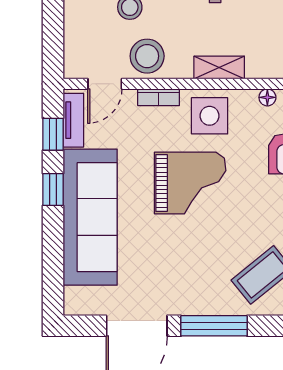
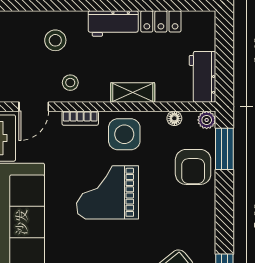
stool: (147, 56) -> (70, 83), width x0.53, depth x0.53
grand piano: (190, 183) -> (107, 192), turned 180

